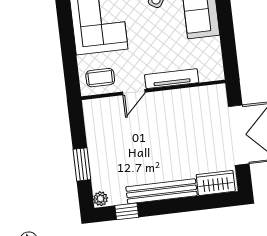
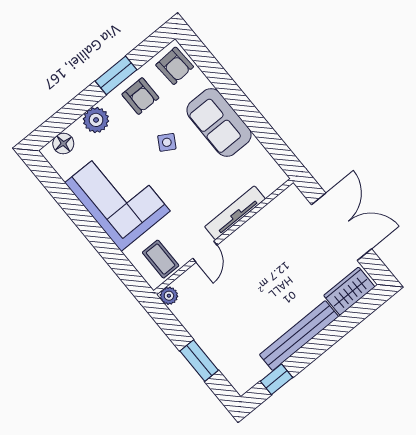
coffee table: (100, 78) -> (161, 259), turned 90
plant: (101, 199) -> (169, 296), moved

